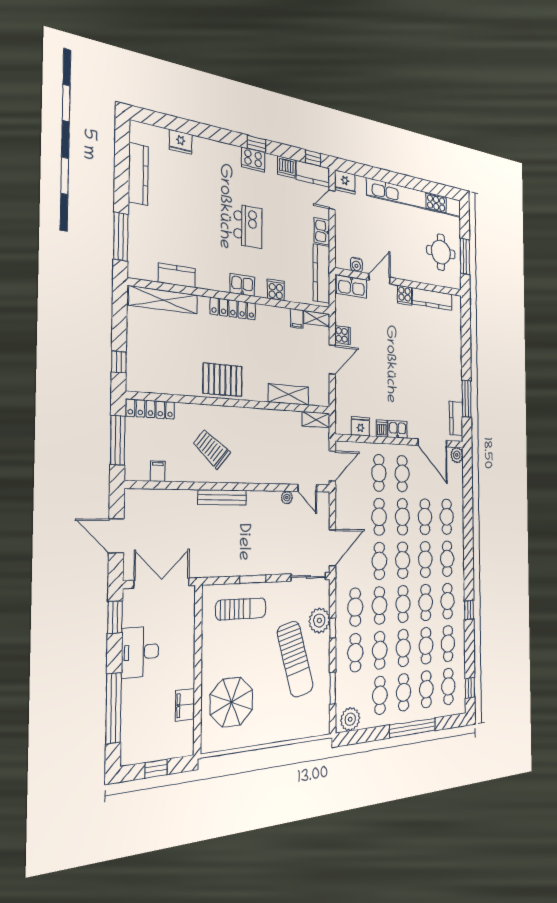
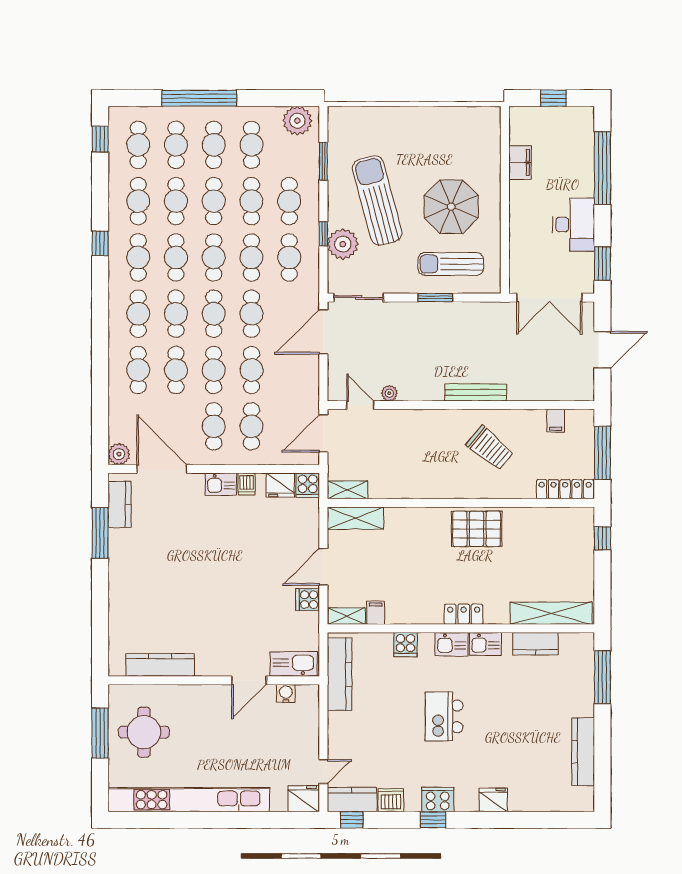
fridge: (181, 142) -> (493, 800), moved
kitchen sink: (322, 231) -> (485, 644), moved, turned 90
cooker: (405, 295) -> (308, 485), moved, turned 180
locker: (233, 309) -> (464, 614), width x0.66
shelving: (289, 395) -> (355, 518), moved
door: (116, 536) -> (602, 350), hinge flipped
parasol: (231, 702) -> (451, 207), moved

